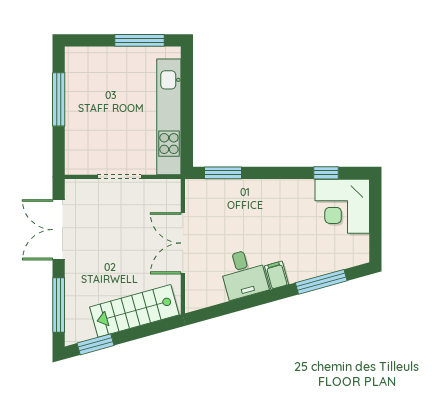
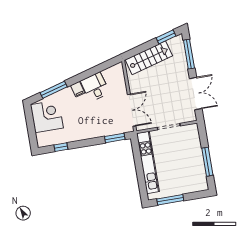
corner desk: (342, 206) -> (47, 116), moved
double door: (183, 243) -> (132, 110), moved

